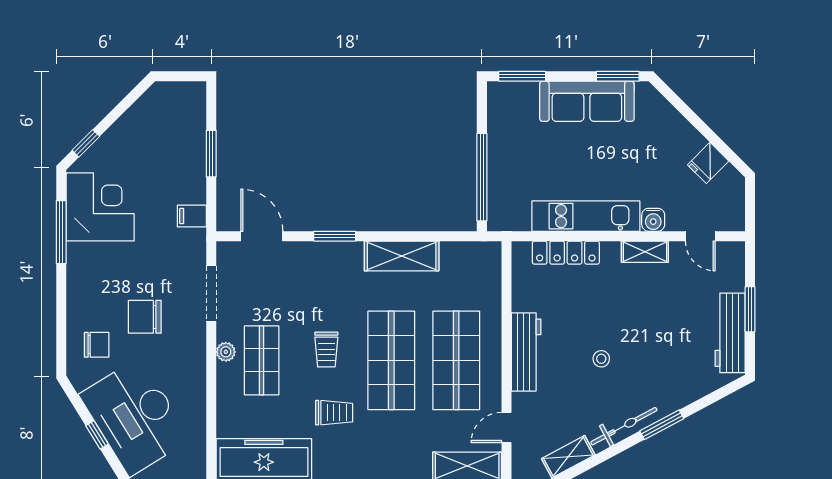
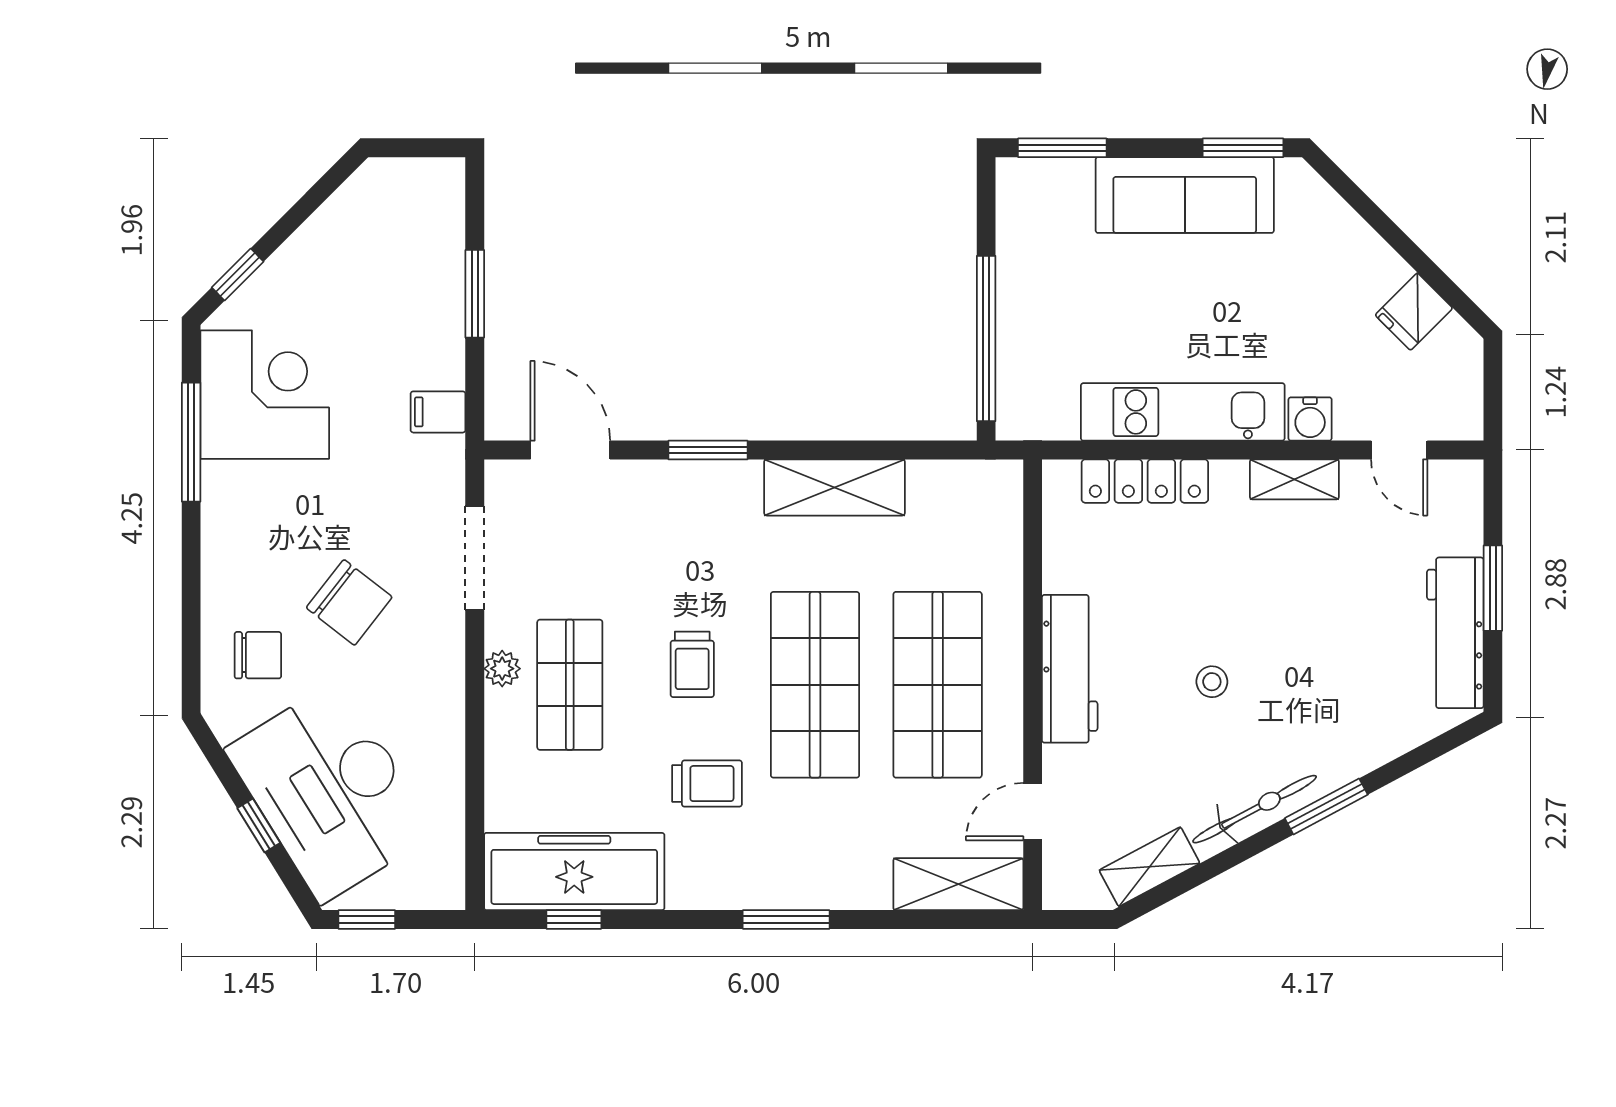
chair: (145, 317) -> (349, 602), turned -142

